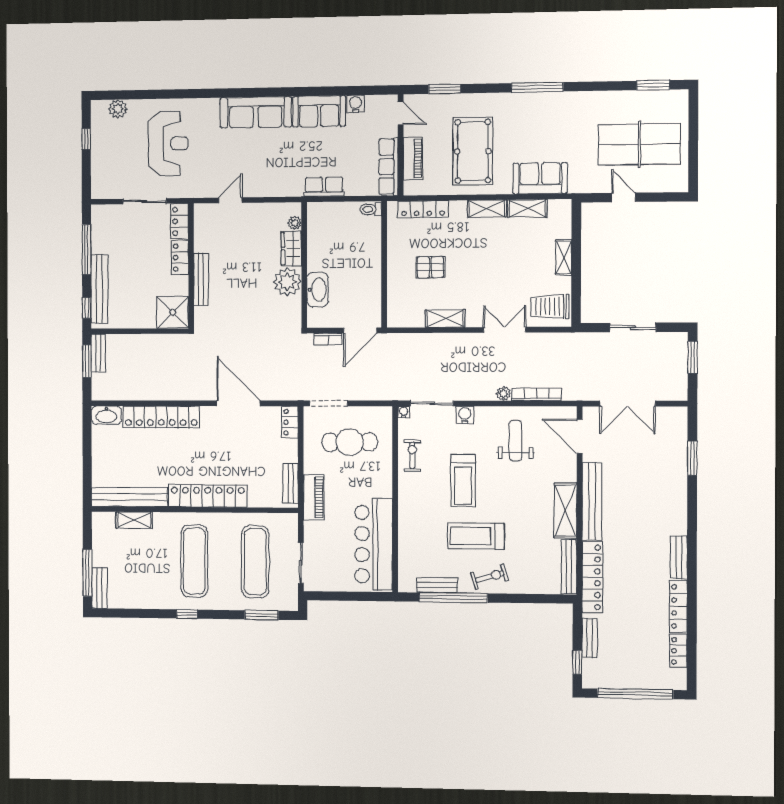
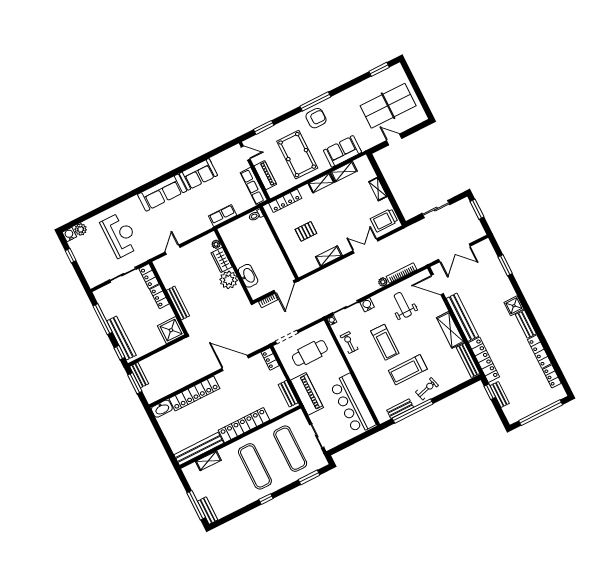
water cooler: (356, 104) -> (69, 235), moved
armchair: (526, 112) -> (316, 118), added
piano: (314, 497) -> (307, 394), width x1.37, depth x1.33
shower: (675, 522) -> (514, 306), added
window: (577, 662) -> (490, 392), moved

